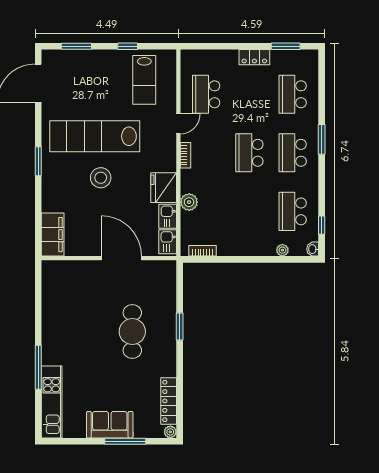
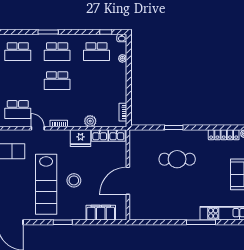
filing cabinet: (53, 235) -> (101, 213), moved
door: (121, 258) -> (128, 181), moved

